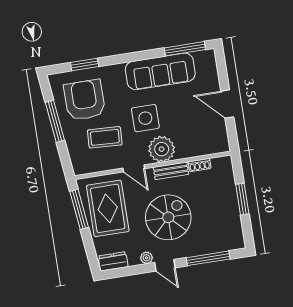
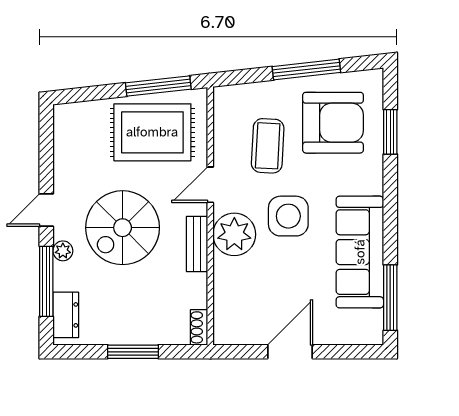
shoe rack: (200, 165) -> (199, 327), moved
spiral stairs: (168, 217) -> (123, 228), turned 90
plant: (147, 258) -> (63, 251), moved
dresser: (113, 261) -> (66, 315), moved

